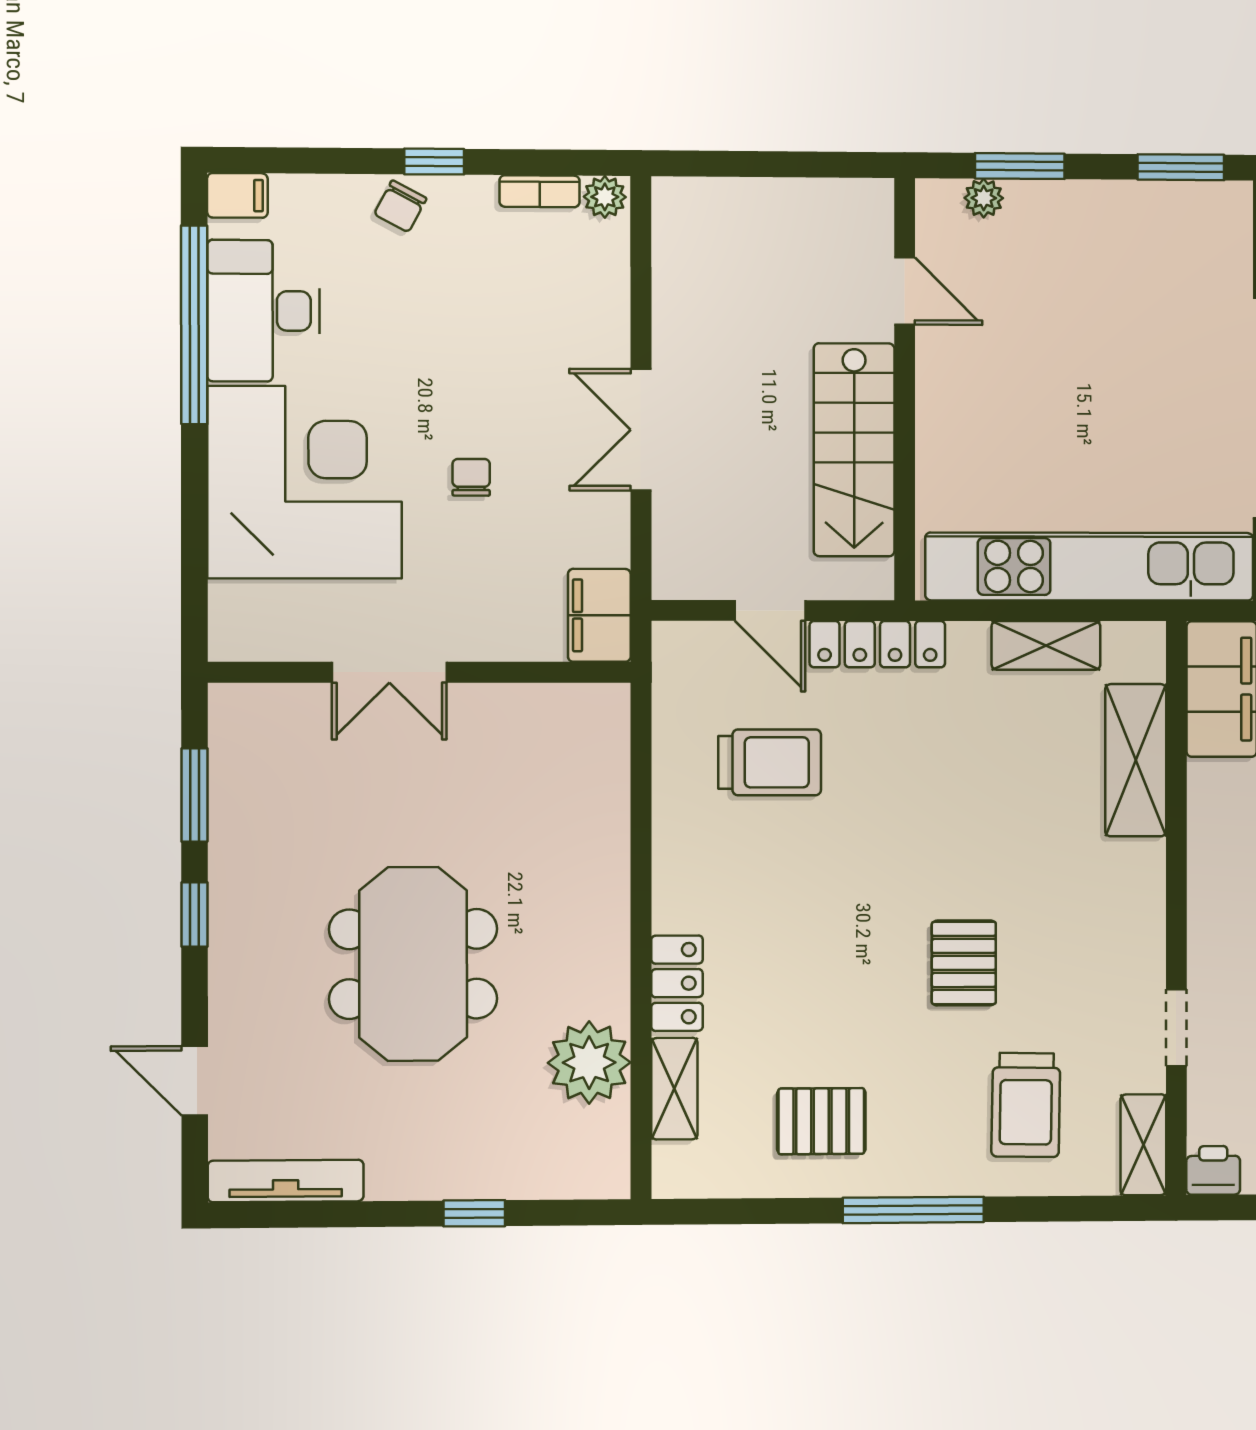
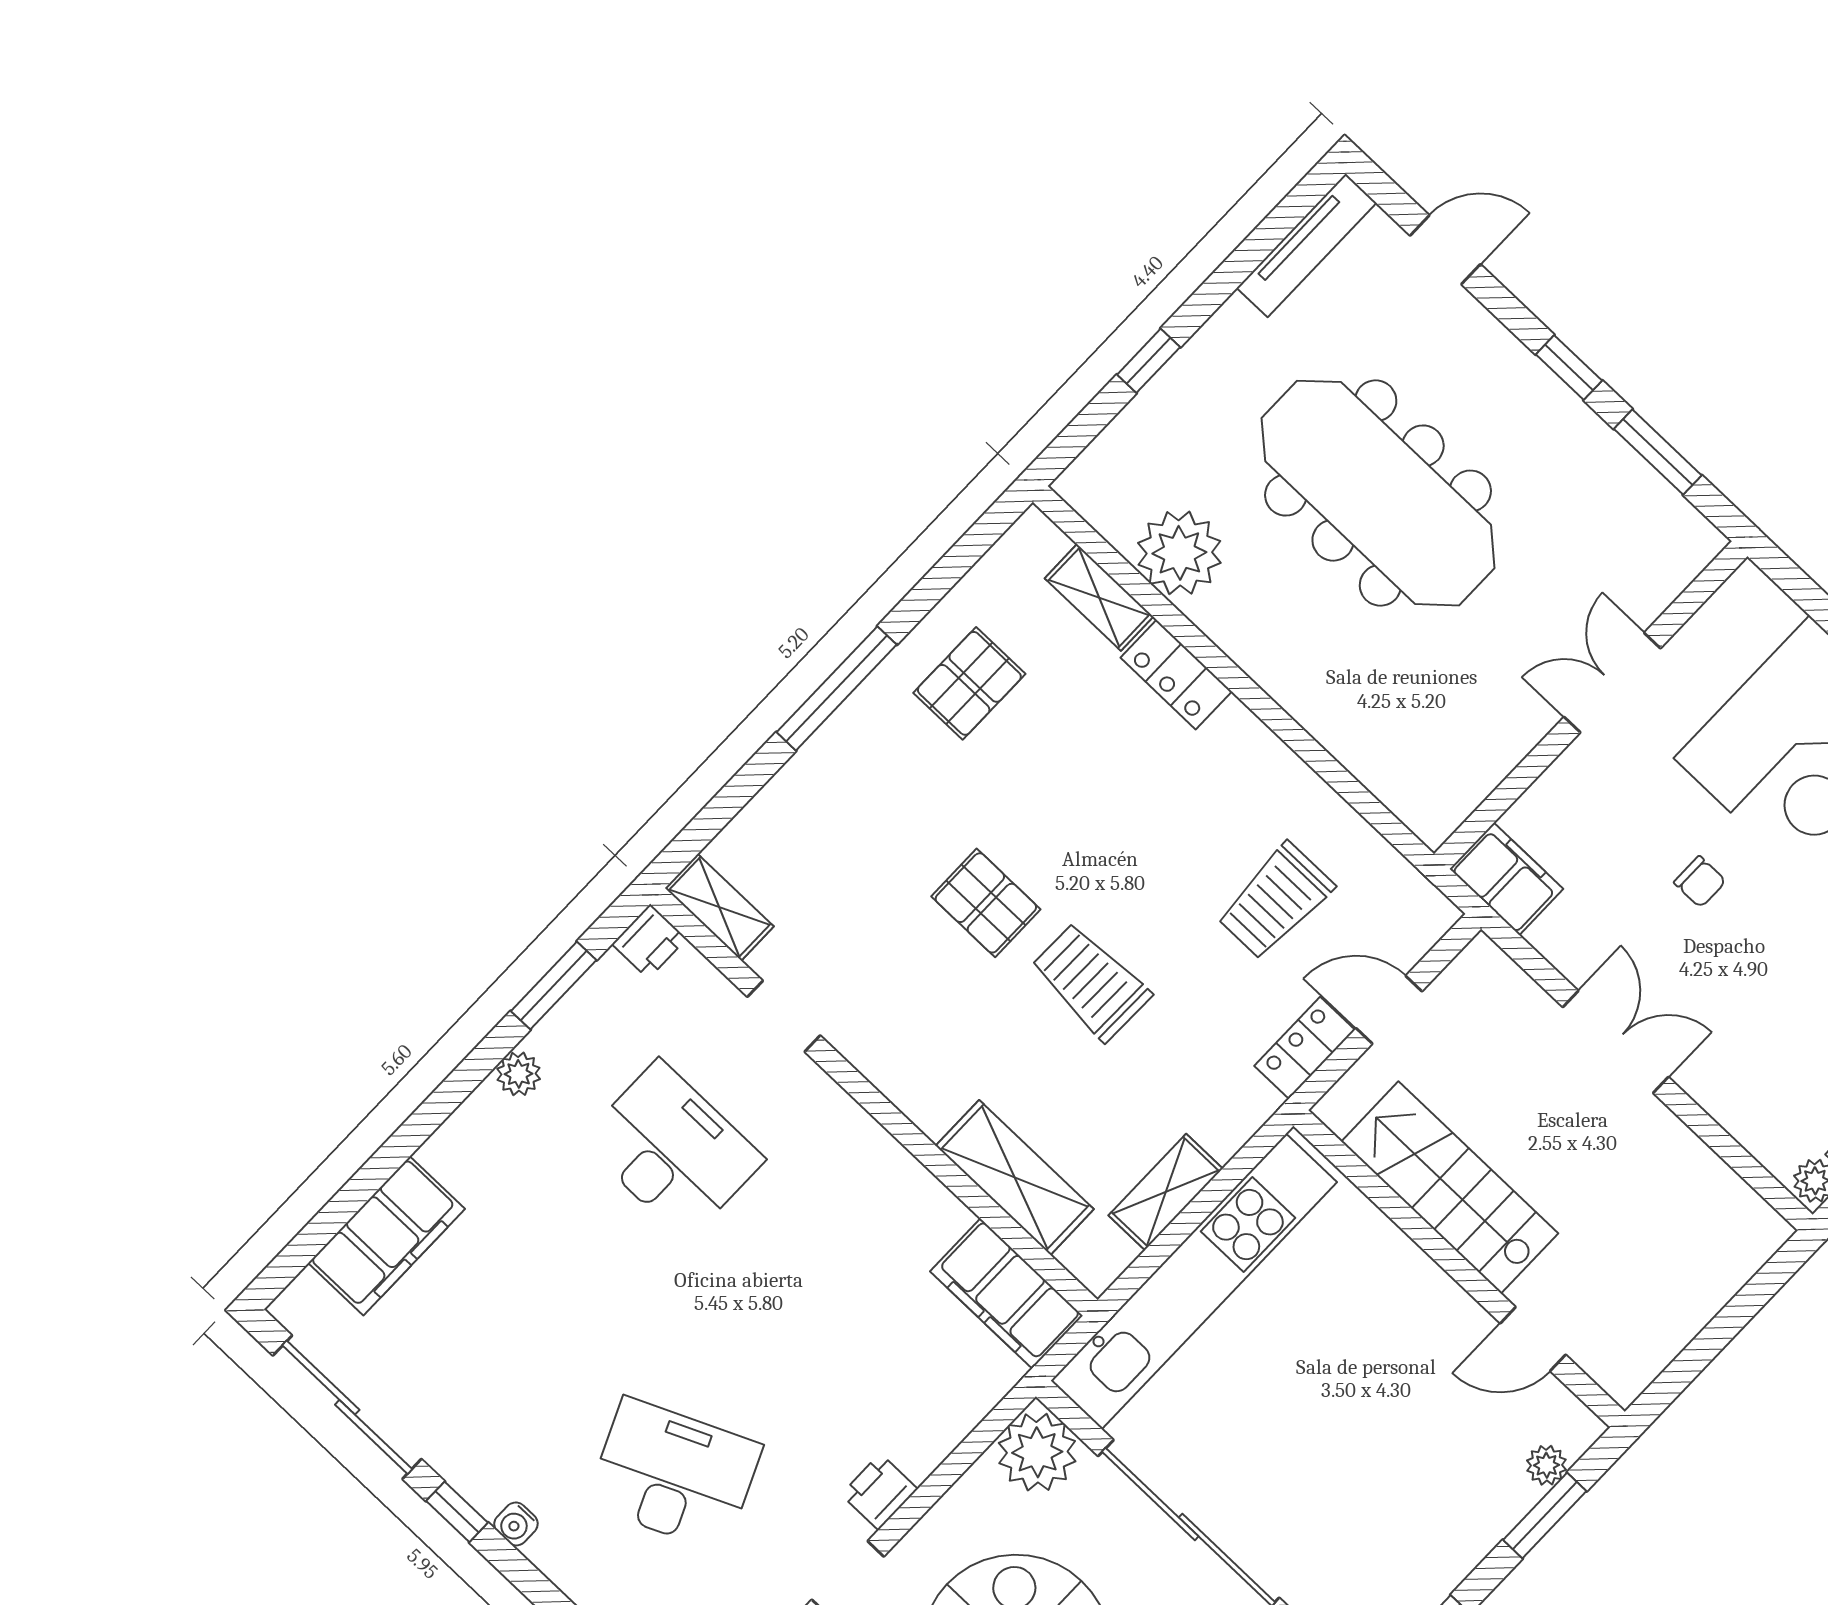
locker: (877, 644) -> (1305, 1048), width x0.66
meeting table: (413, 964) -> (1378, 493), width x1.36
trolley: (1026, 1105) -> (1091, 982), moved

